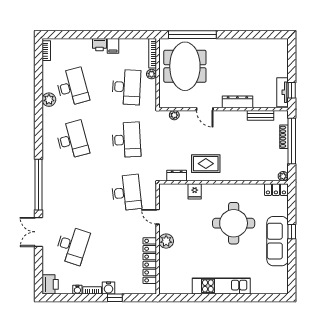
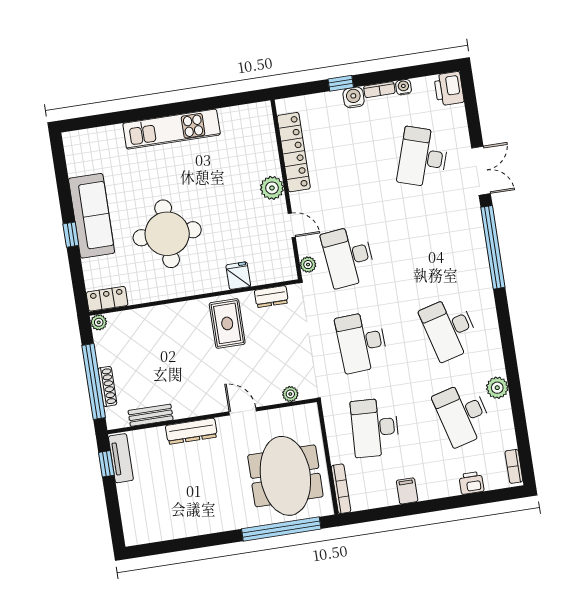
printer: (99, 45) -> (471, 483), moved
plant: (152, 74) -> (308, 265), moved
rug: (206, 164) -> (227, 323), turned 90

